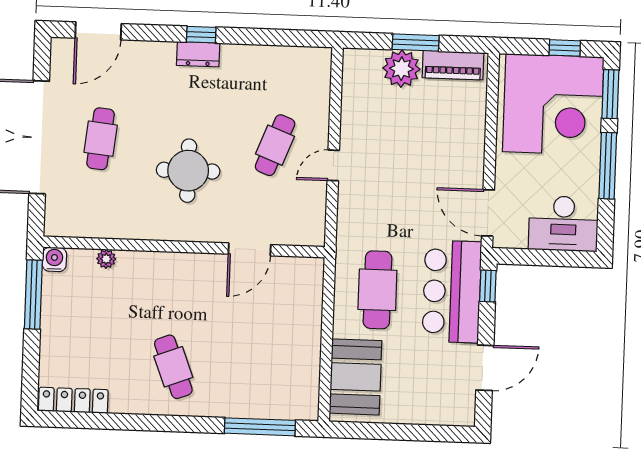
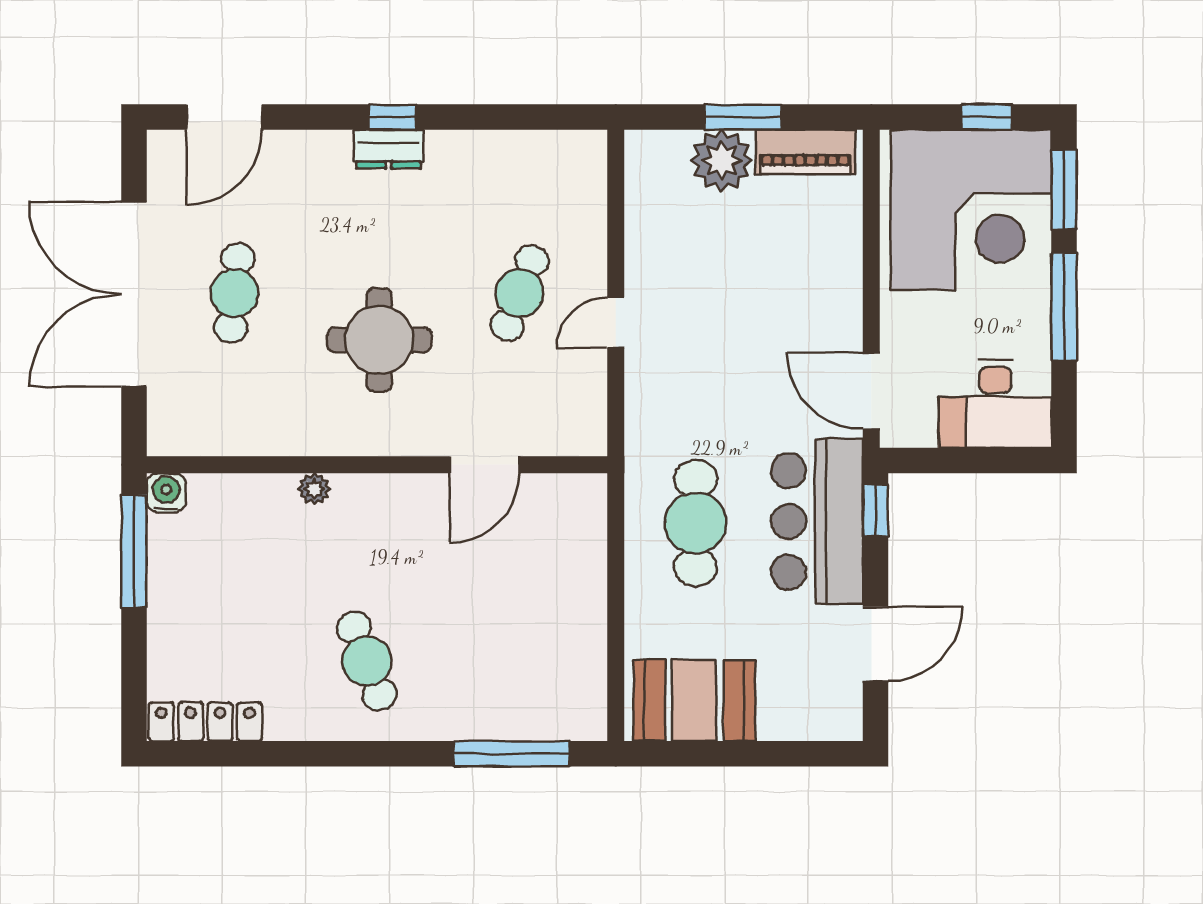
plant: (106, 259) -> (314, 489), moved
booth: (356, 377) -> (694, 700), moved, turned 90

